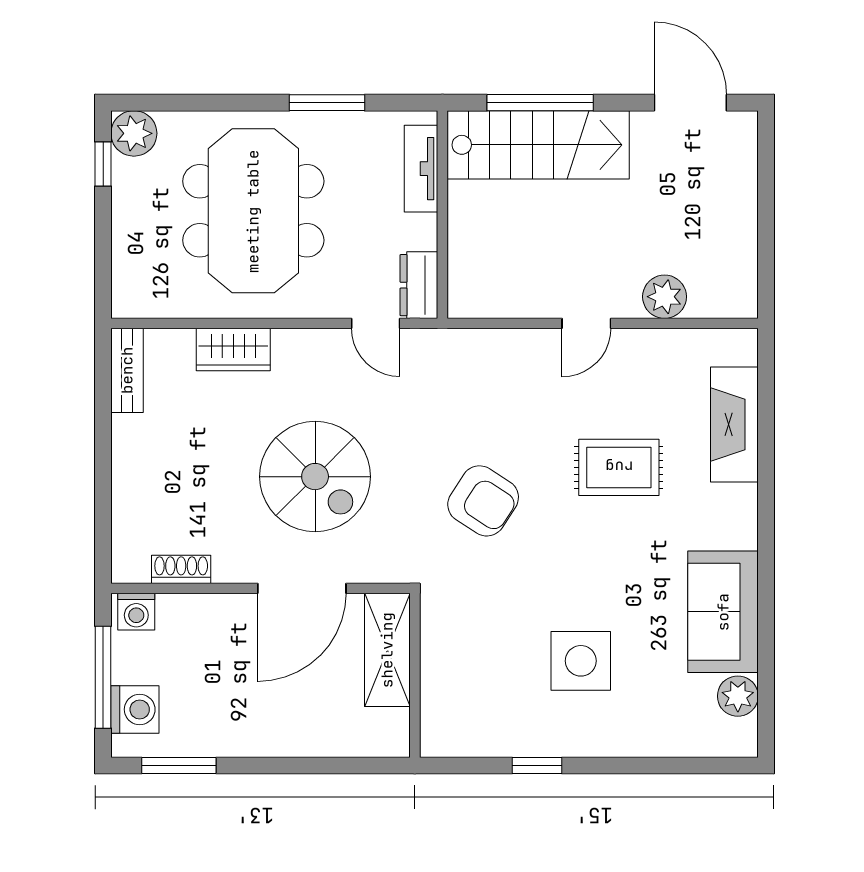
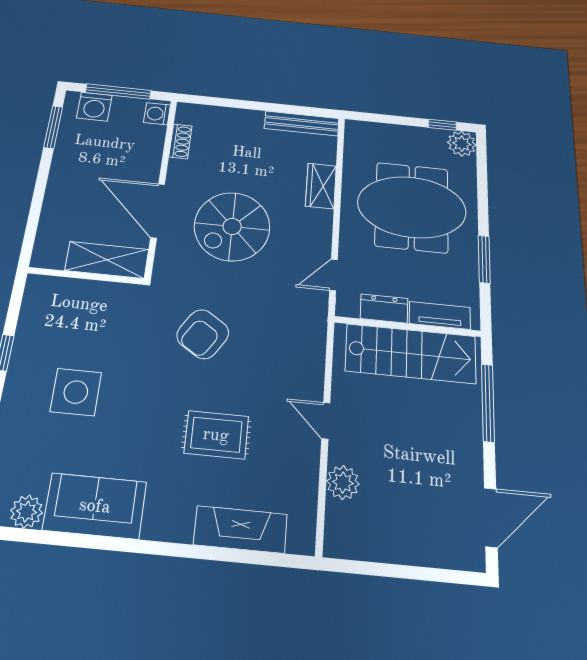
stairs: (538, 145) -> (411, 354), moved, turned -90
dresser: (419, 285) -> (384, 308), moved
bench: (127, 370) -> (302, 123), width x1.36
rug: (619, 467) -> (216, 435), turned 90

